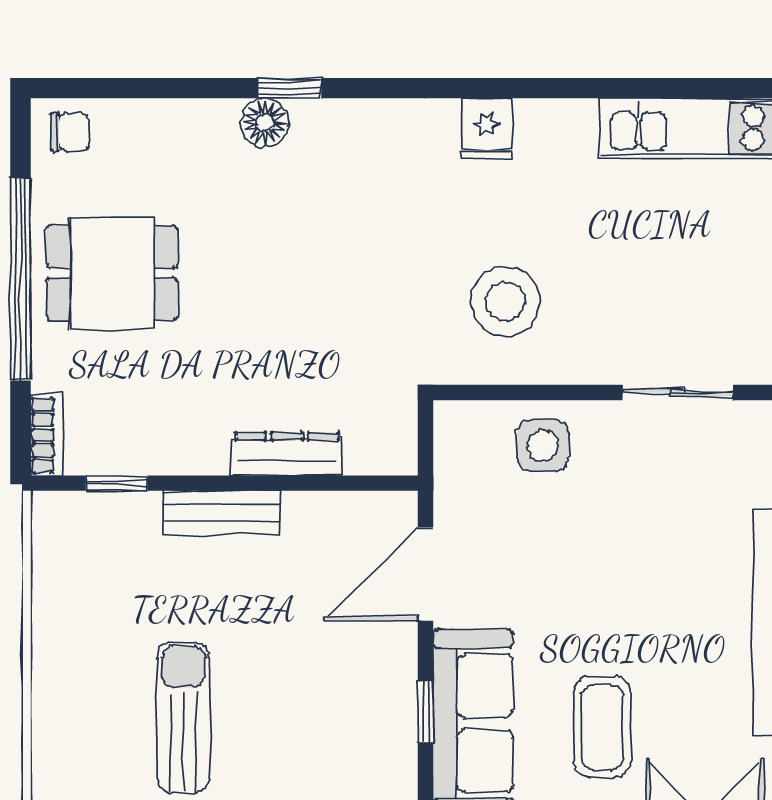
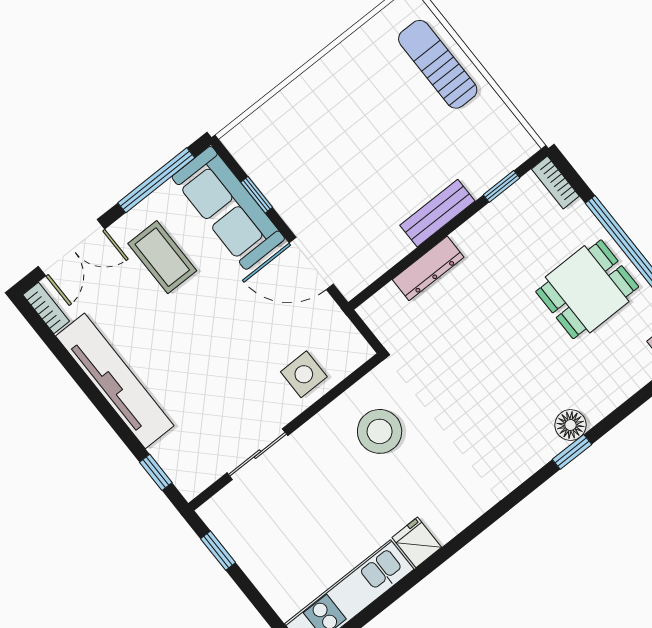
fridge: (487, 129) -> (417, 542), moved
door: (425, 574) -> (311, 263), swing flipped
sun lounger: (183, 717) -> (438, 64), moved, turned 180

